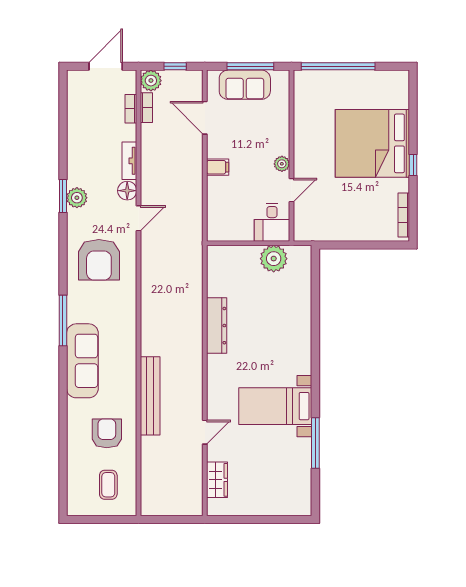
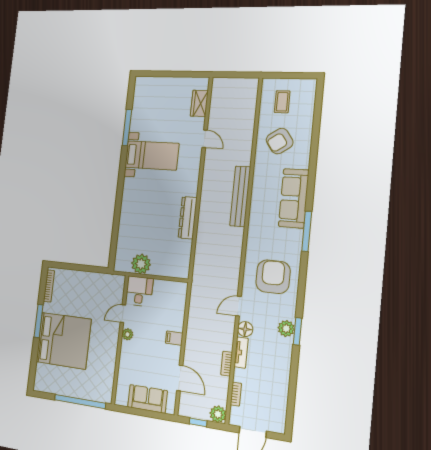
window: (250, 66) -> (142, 412), removed
bookcase: (146, 108) -> (227, 364), moved
window: (413, 165) -> (39, 321), width x2.17
bench: (150, 396) -> (240, 196), moved
door: (205, 432) -> (205, 139), swing flipped
armchair: (107, 433) -> (280, 141), turned 55

